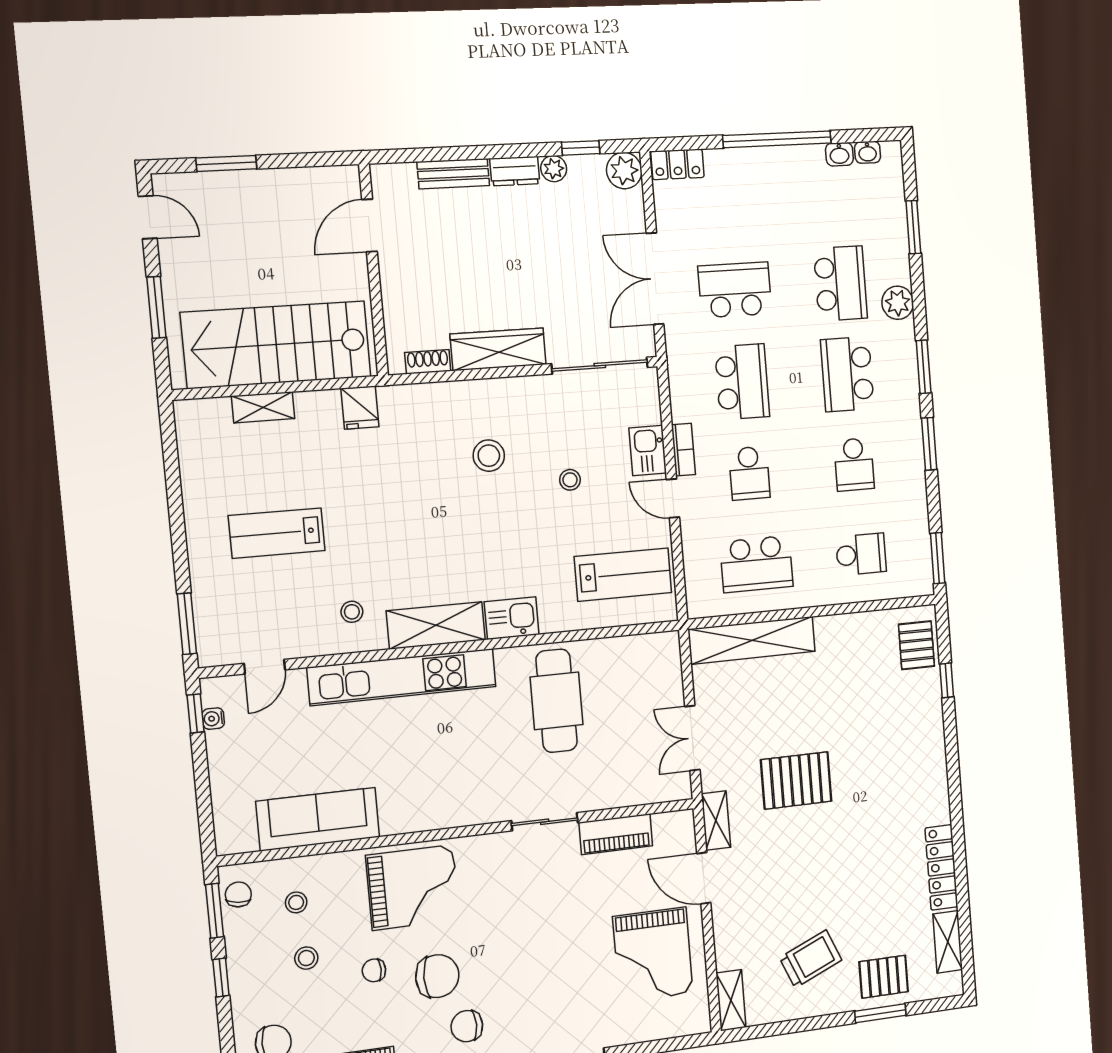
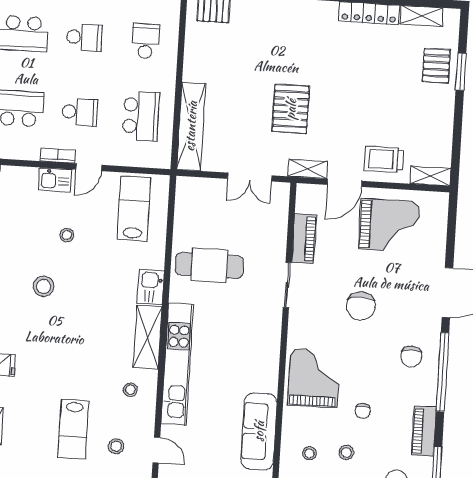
stool: (261, 603) -> (116, 446), added
trolley: (811, 959) -> (384, 159), moved, turned -67
chair: (437, 976) -> (361, 306), moved, turned 180

